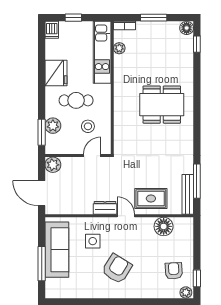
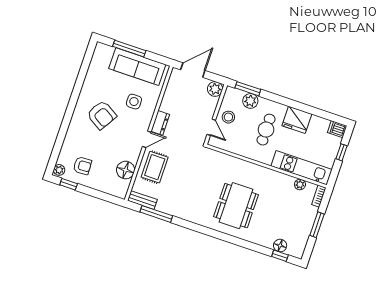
floor lamp: (187, 28) -> (280, 246), moved
stool: (88, 126) -> (228, 117), moved
bench: (188, 194) -> (142, 200), width x0.73

